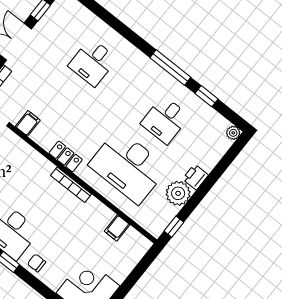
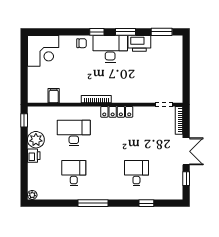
window: (206, 96) -> (146, 203), moved
filing cabinet: (28, 123) -> (145, 113), removed
locker: (66, 156) -> (117, 112), width x1.53
desk: (128, 166) -> (74, 133), width x0.73, depth x0.77

